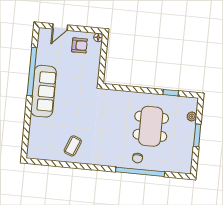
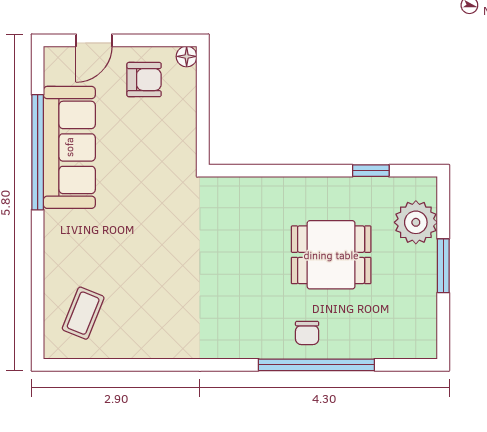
sofa: (43, 91) -> (69, 147), moved
plant: (192, 117) -> (416, 222), width x1.88, depth x1.88
dining table: (151, 126) -> (331, 255), width x0.73
coffee table: (73, 146) -> (83, 313), moved

